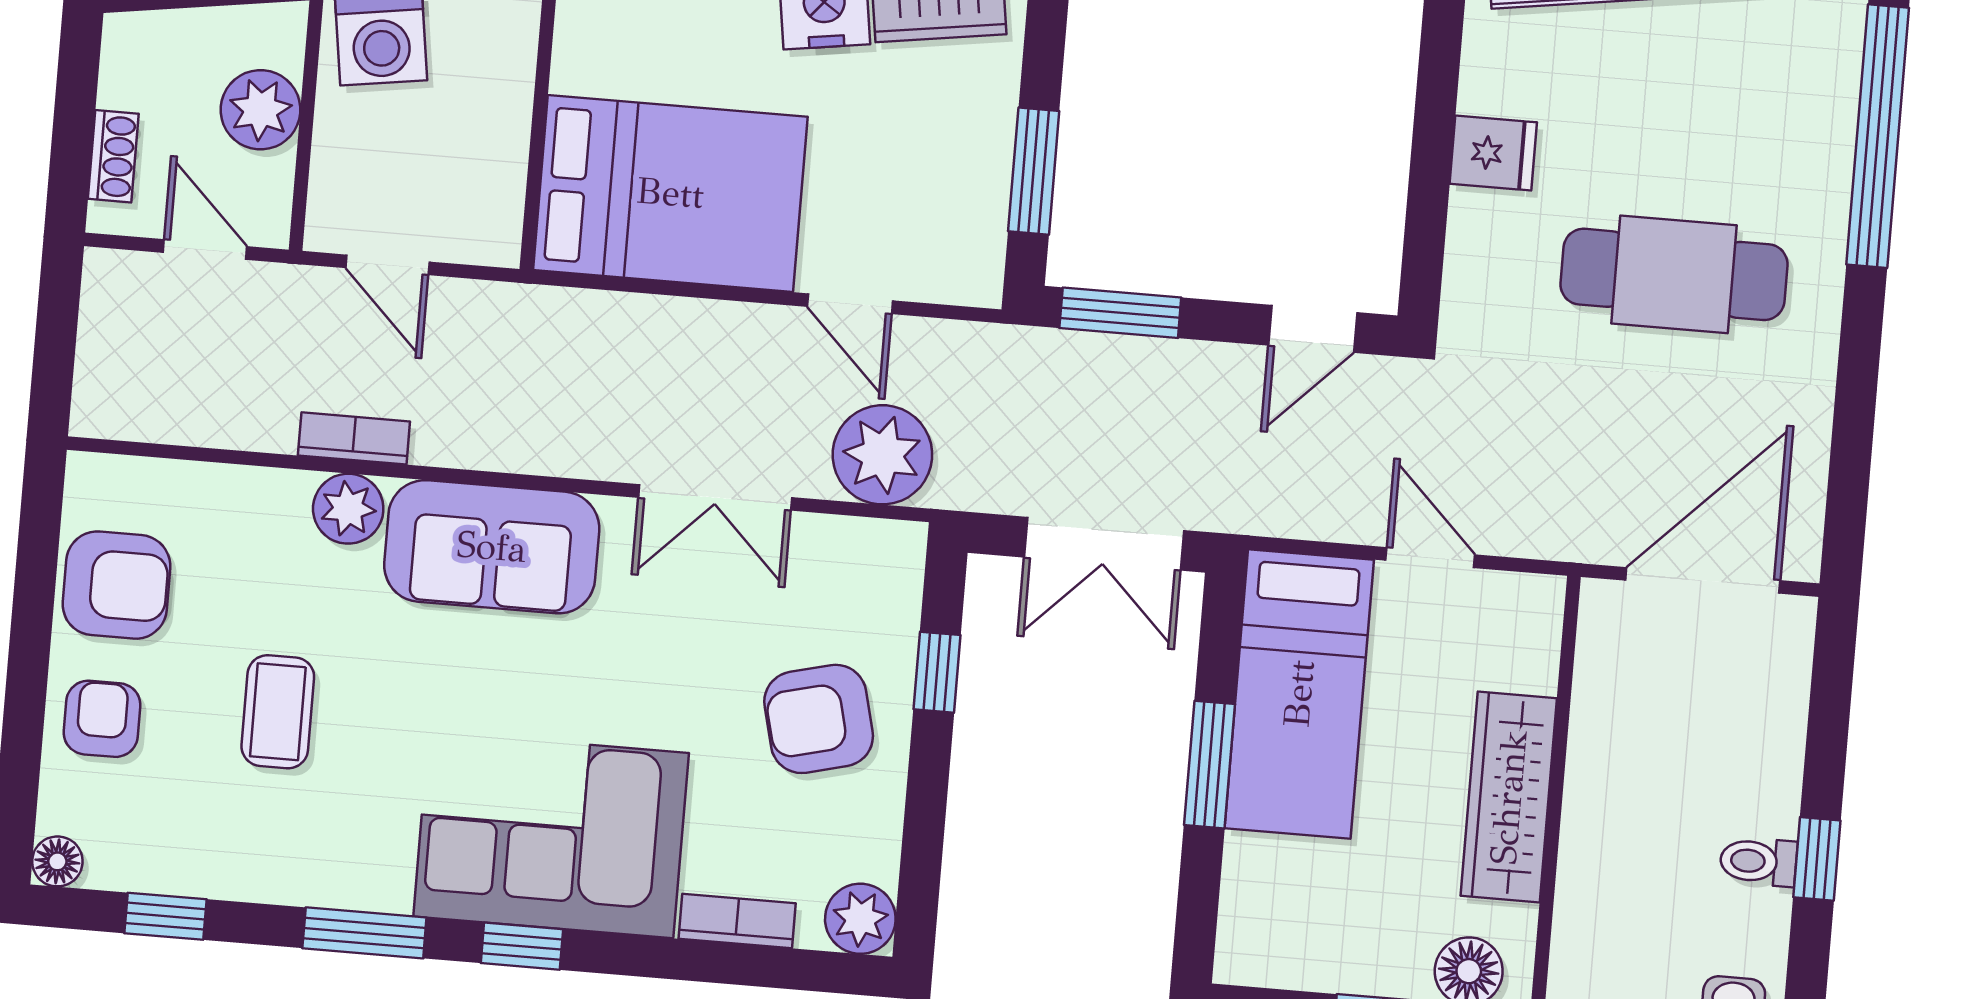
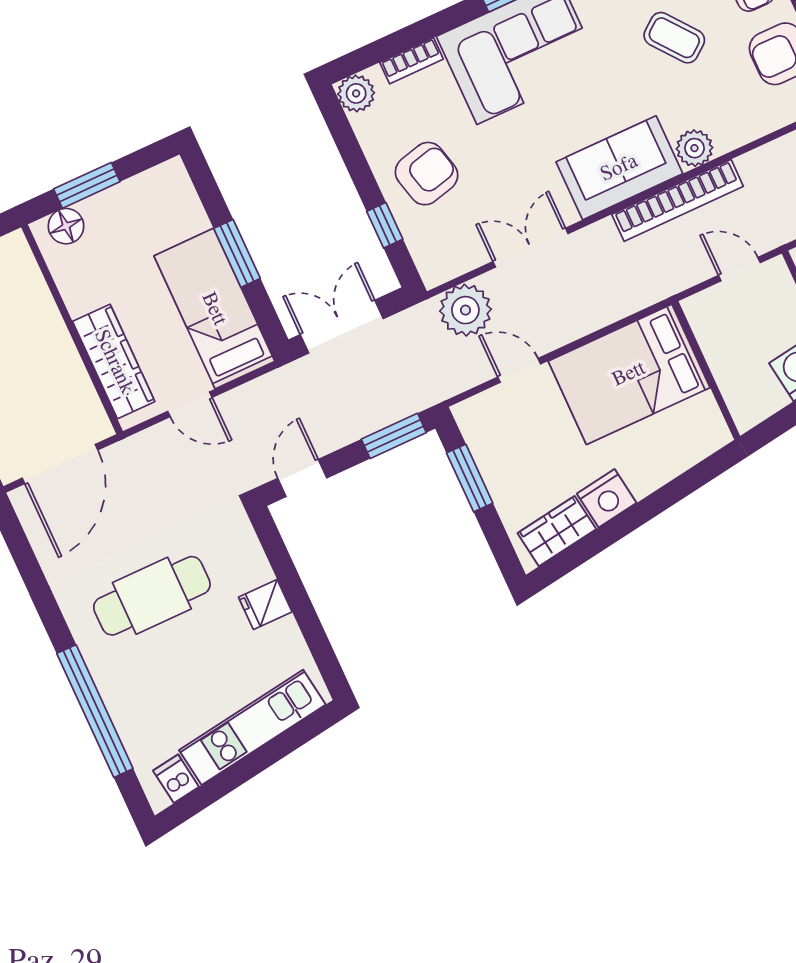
bookcase: (354, 438) -> (678, 200), width x2.31, depth x1.31
coffee table: (278, 712) -> (674, 38), turned -38
wardrobe: (1509, 797) -> (114, 362), moved

